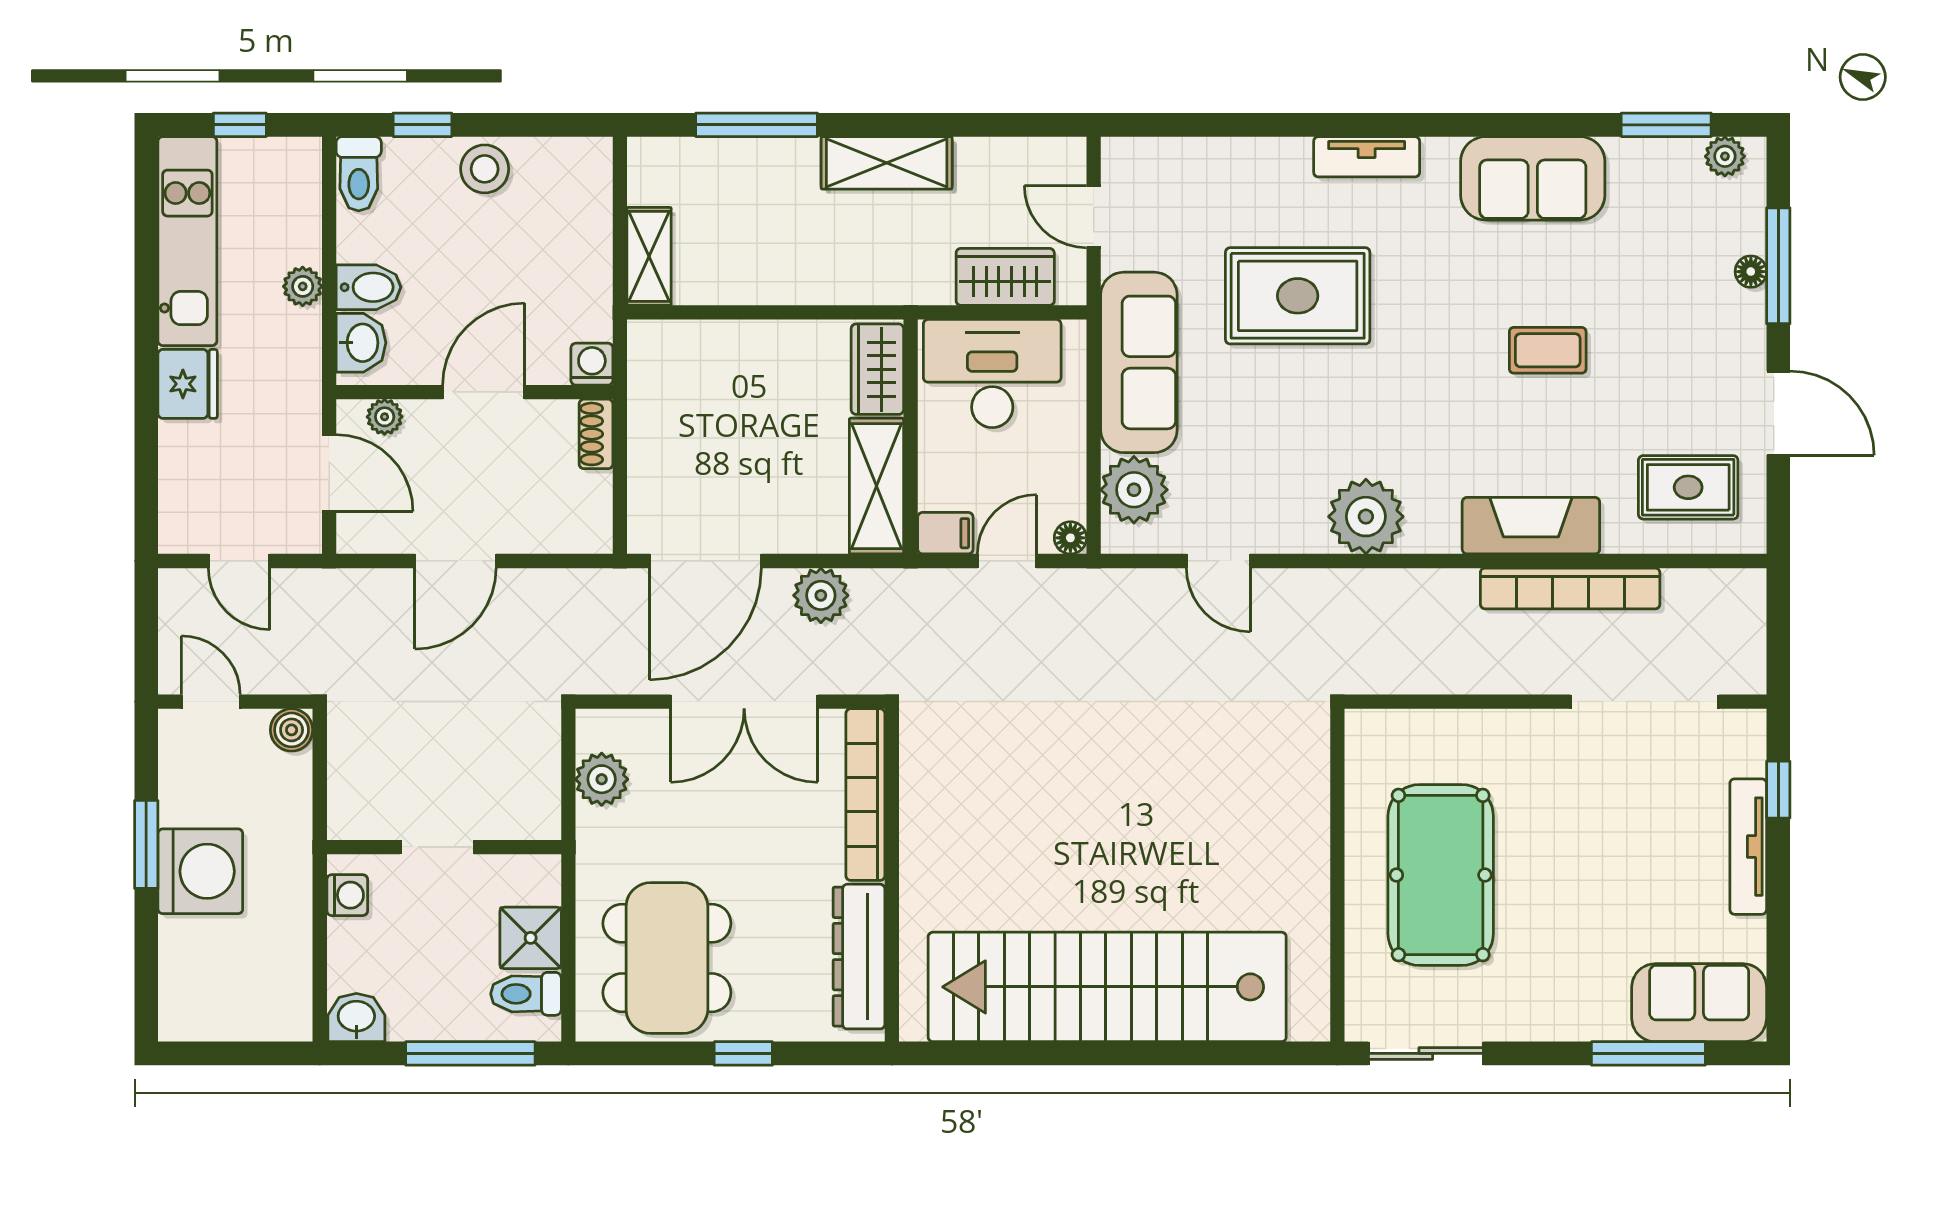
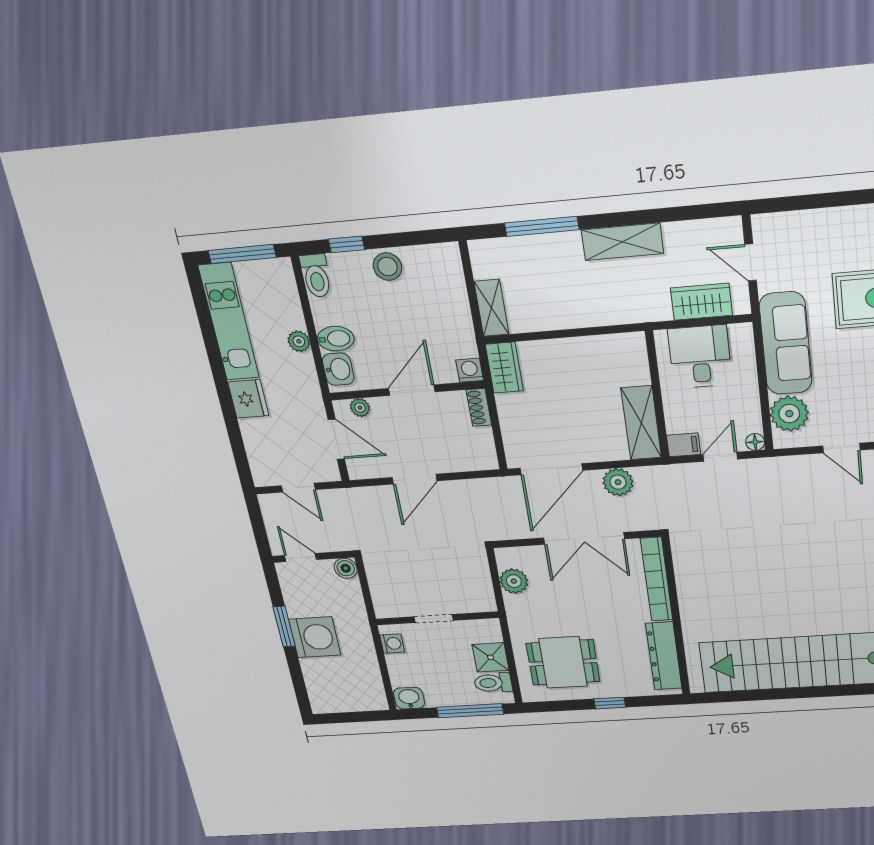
window: (240, 125) -> (242, 254), width x2.17
wardrobe: (877, 369) -> (504, 368), moved, turned 180
desk: (992, 374) -> (700, 357), width x0.73
dining table: (667, 958) -> (563, 662), width x0.73

